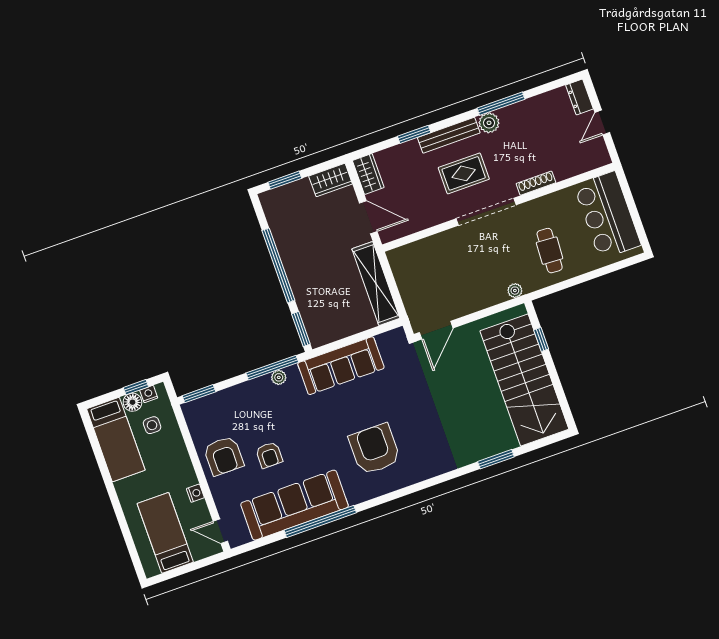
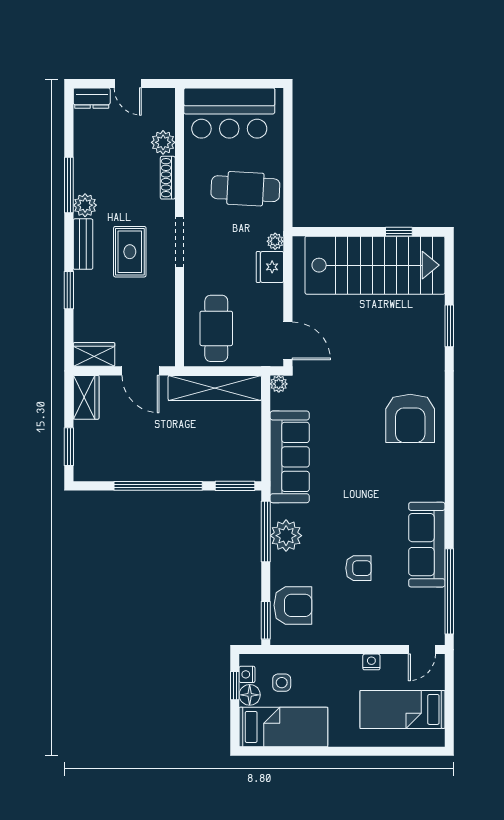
bench: (449, 135) -> (83, 244), width x0.73
plant: (564, 169) -> (163, 142), added
doorway: (486, 212) -> (179, 242), width x0.73
door: (368, 217) -> (141, 371), swing flipped
cafe table: (550, 251) -> (245, 189), width x1.37, depth x1.35
cafe table: (426, 267) -> (216, 328), added
fridge: (492, 294) -> (270, 267), added
plant: (398, 335) -> (279, 384), added
window: (541, 339) -> (399, 232), moved
plant: (279, 377) -> (286, 536), width x1.87, depth x1.87
armchair: (375, 449) -> (410, 418), moved, turned -90
armchair: (224, 456) -> (293, 605), moved
sofa: (294, 505) -> (427, 545), width x0.74, depth x0.79
window: (320, 521) -> (449, 591), moved

